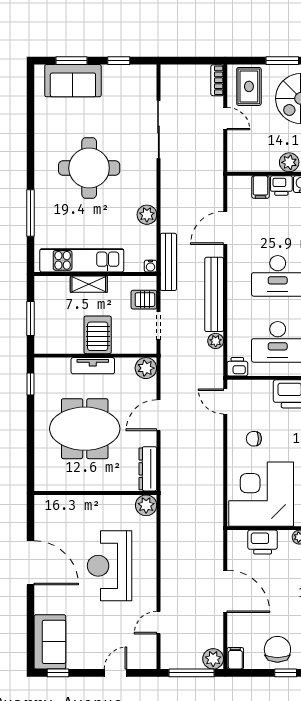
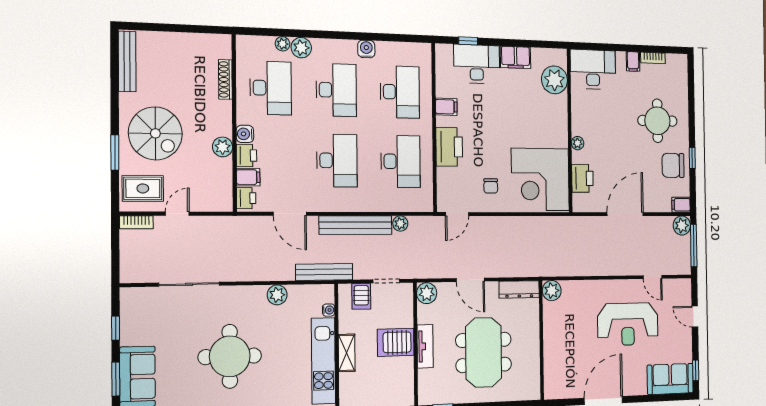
water cooler: (151, 266) -> (329, 310), moved
printer: (237, 367) -> (246, 198), moved, turned 180
reception desk: (110, 566) -> (628, 324), moved

